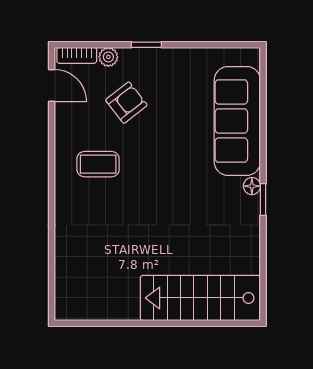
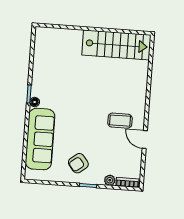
door: (52, 85) -> (145, 140), moved
armchair: (126, 103) -> (78, 163), moved
stairs: (200, 298) -> (116, 45), moved

